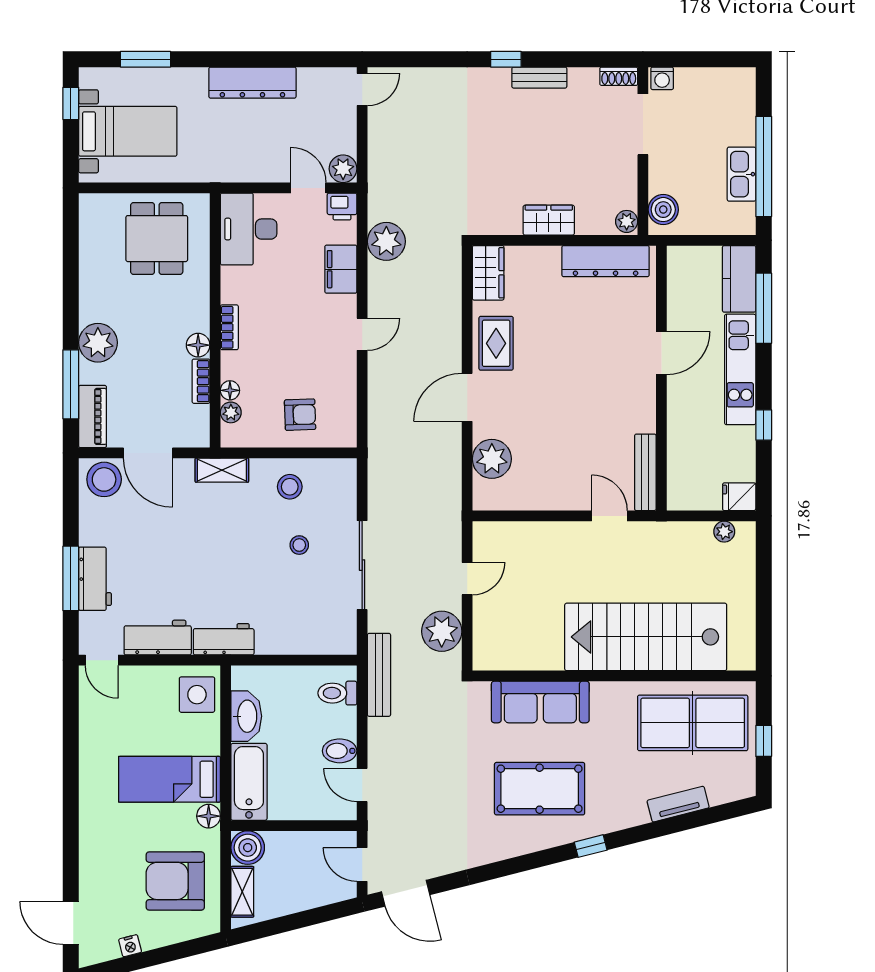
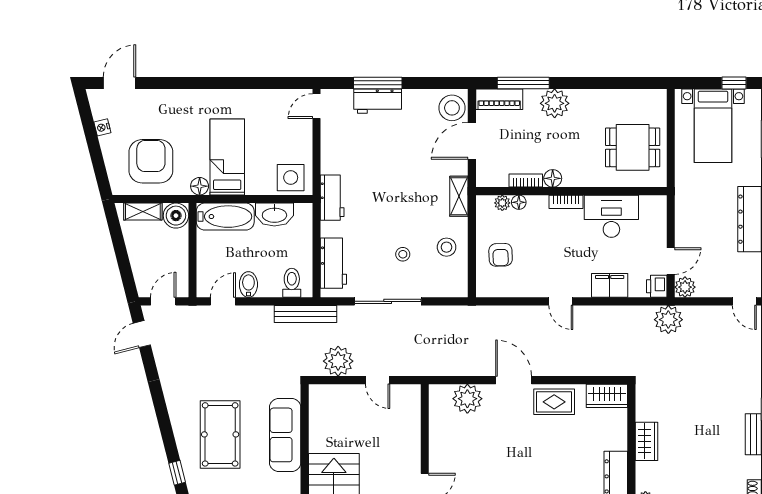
desk: (249, 229) -> (611, 216), moved
plant: (386, 241) -> (668, 320), moved
workbench: (158, 638) -> (333, 263), moved
door: (406, 893) -> (142, 334), width x0.73

